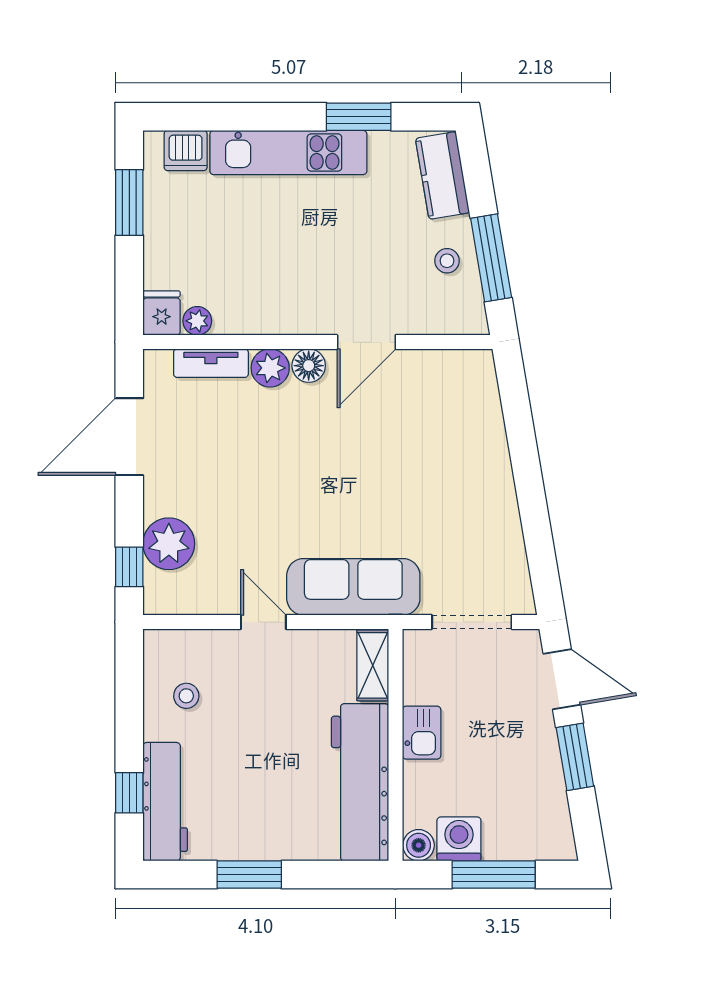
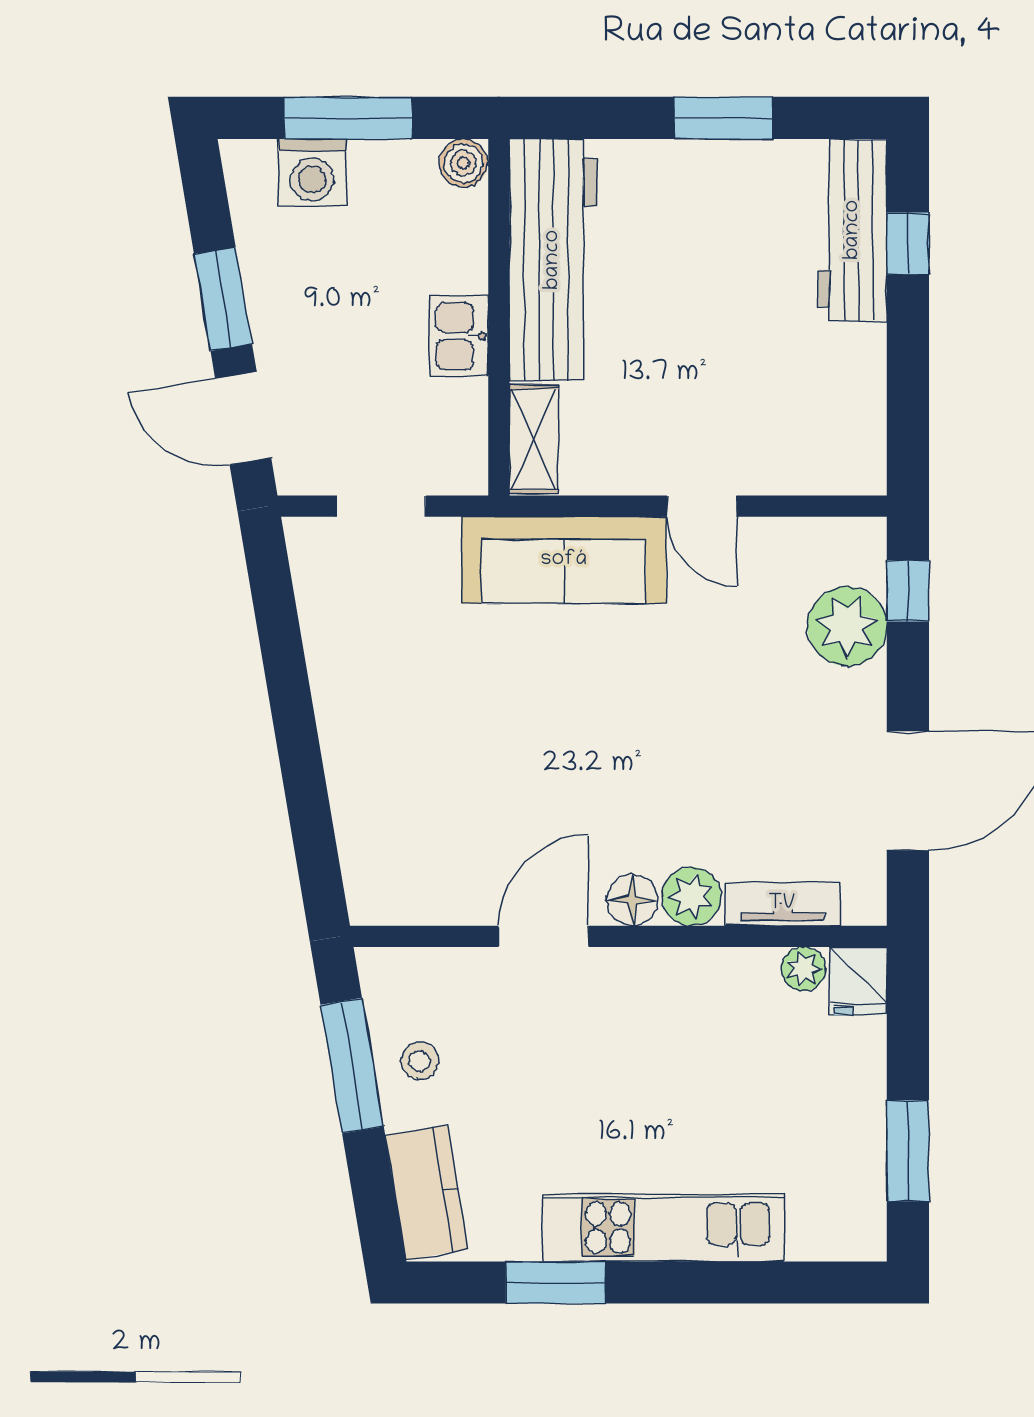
dishwasher: (186, 151) -> (821, 1231), removed
doorway: (472, 622) -> (382, 506), width x0.73
stool: (186, 696) -> (820, 393), removed
washing machine: (459, 839) -> (312, 173), moved

